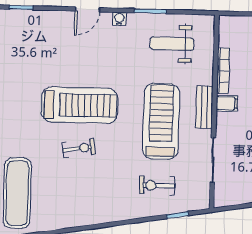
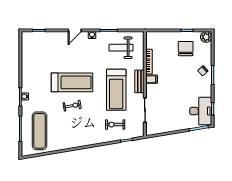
treadmill: (161, 121) -> (116, 90), turned 180

